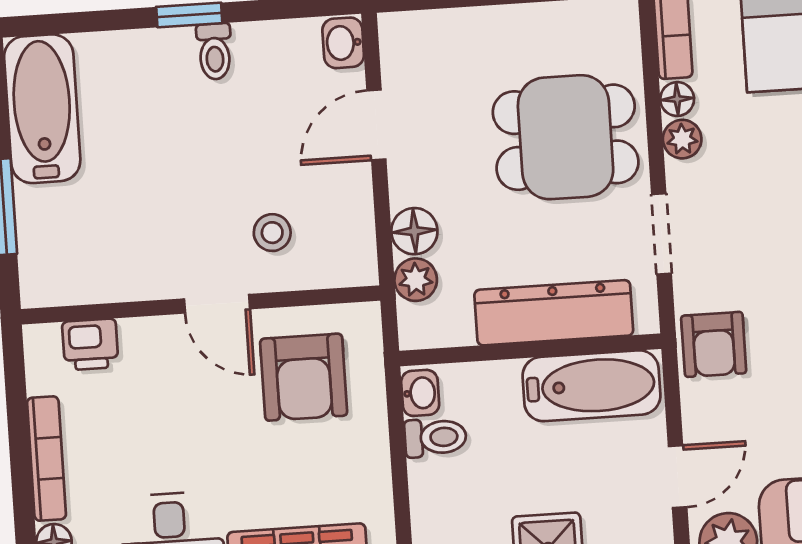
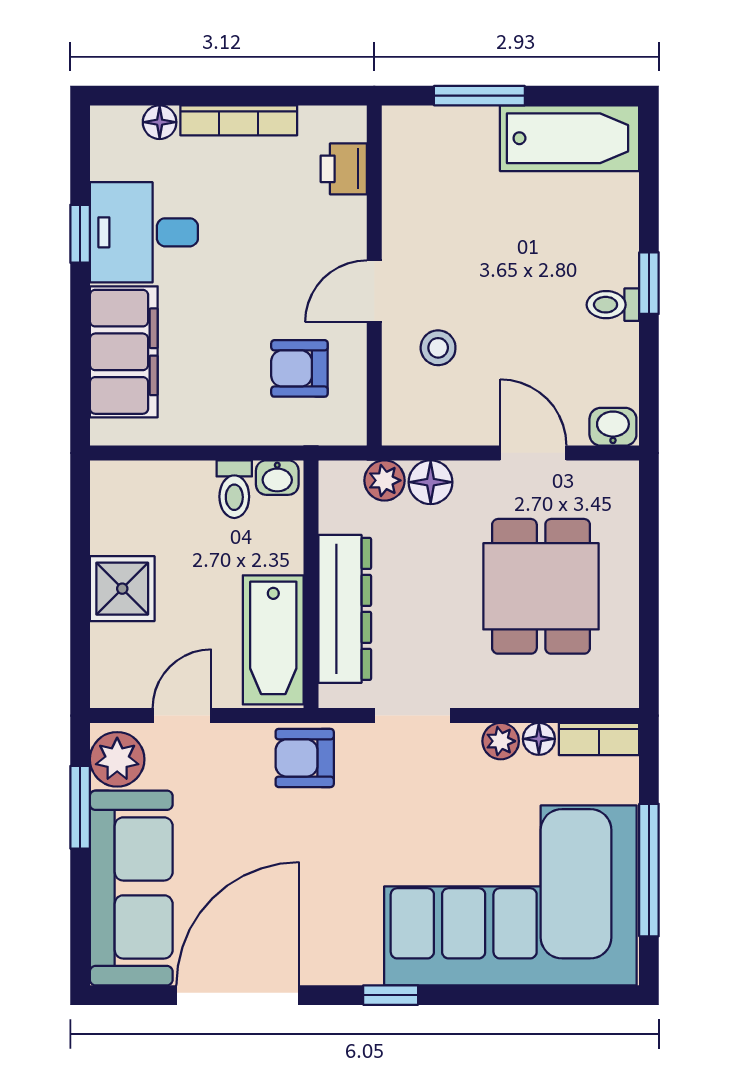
dining table: (566, 137) -> (541, 586), moved
armchair: (304, 377) -> (299, 368), width x0.72, depth x0.72
door: (678, 477) -> (182, 716), swing flipped

